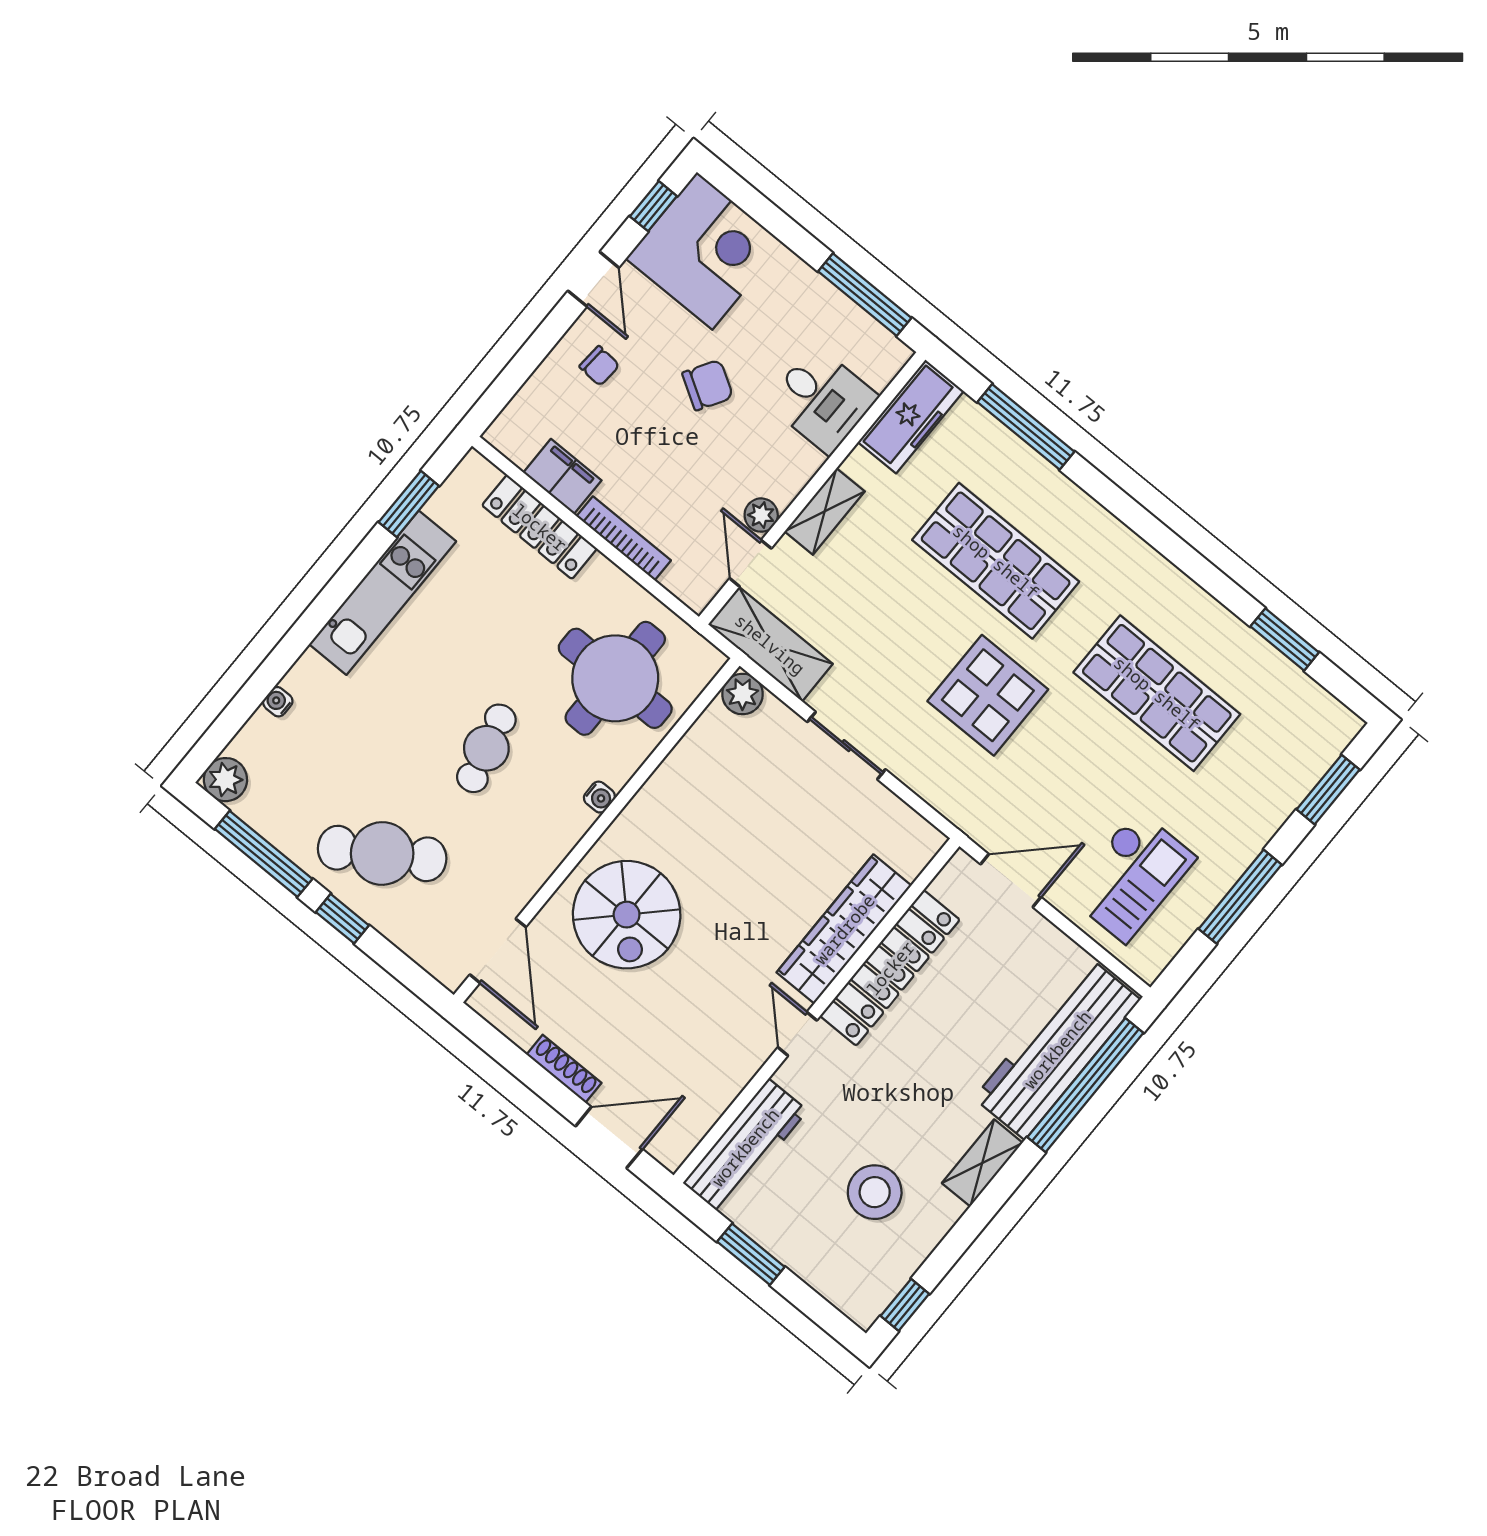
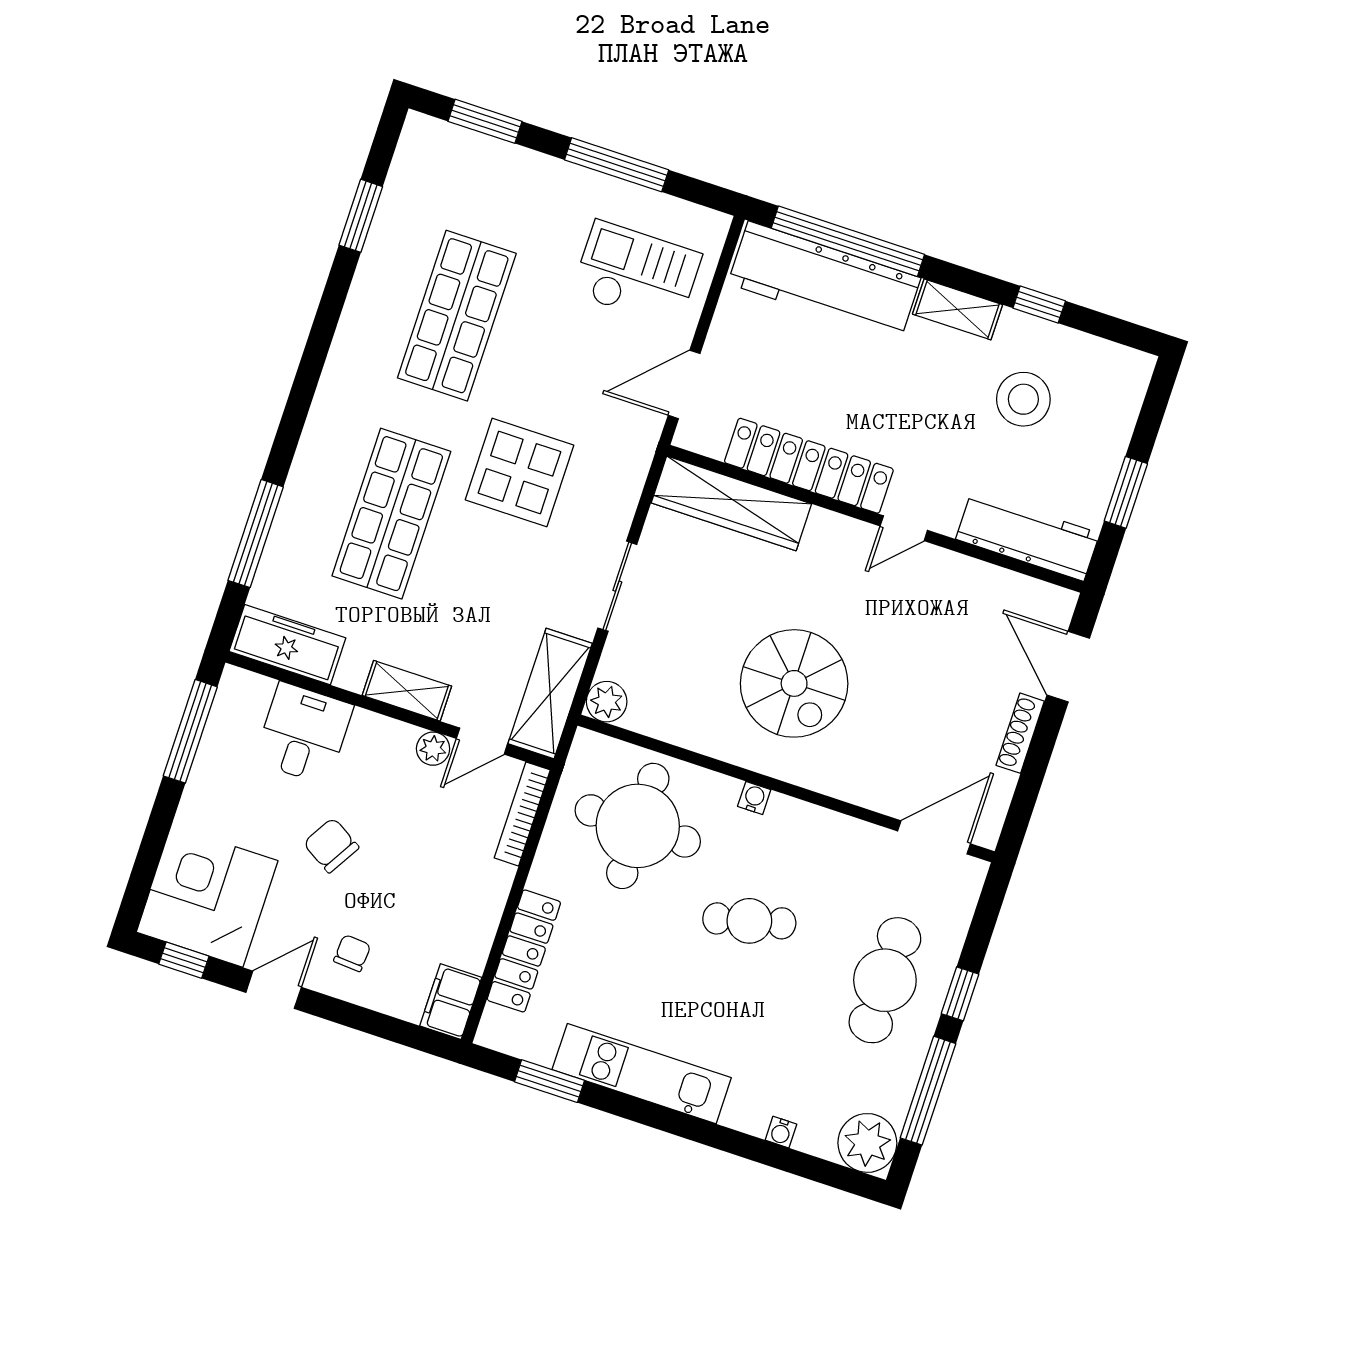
filing cabinet: (562, 476) -> (451, 1002), moved
bookcase: (624, 538) -> (522, 814), moved
plant: (225, 780) -> (867, 1143), width x1.36, depth x1.36
cafe table: (382, 853) -> (885, 980), turned 32
door: (1011, 881) -> (684, 384), hinge flipped
spiral stairs: (627, 915) -> (794, 683), moved, turned 90
wardrobe: (844, 929) -> (731, 503), moved
window: (905, 1305) -> (1039, 305), moved

